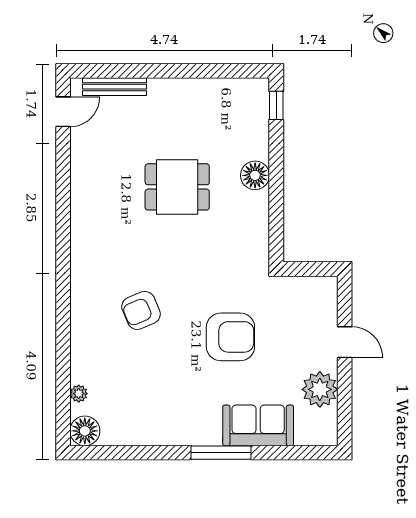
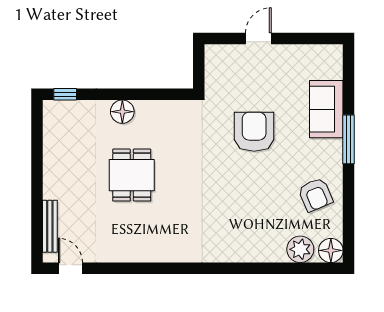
armchair: (141, 310) -> (315, 195), moved
plant: (320, 389) -> (297, 59), removed
plant: (79, 394) -> (300, 249), width x1.88, depth x1.88

